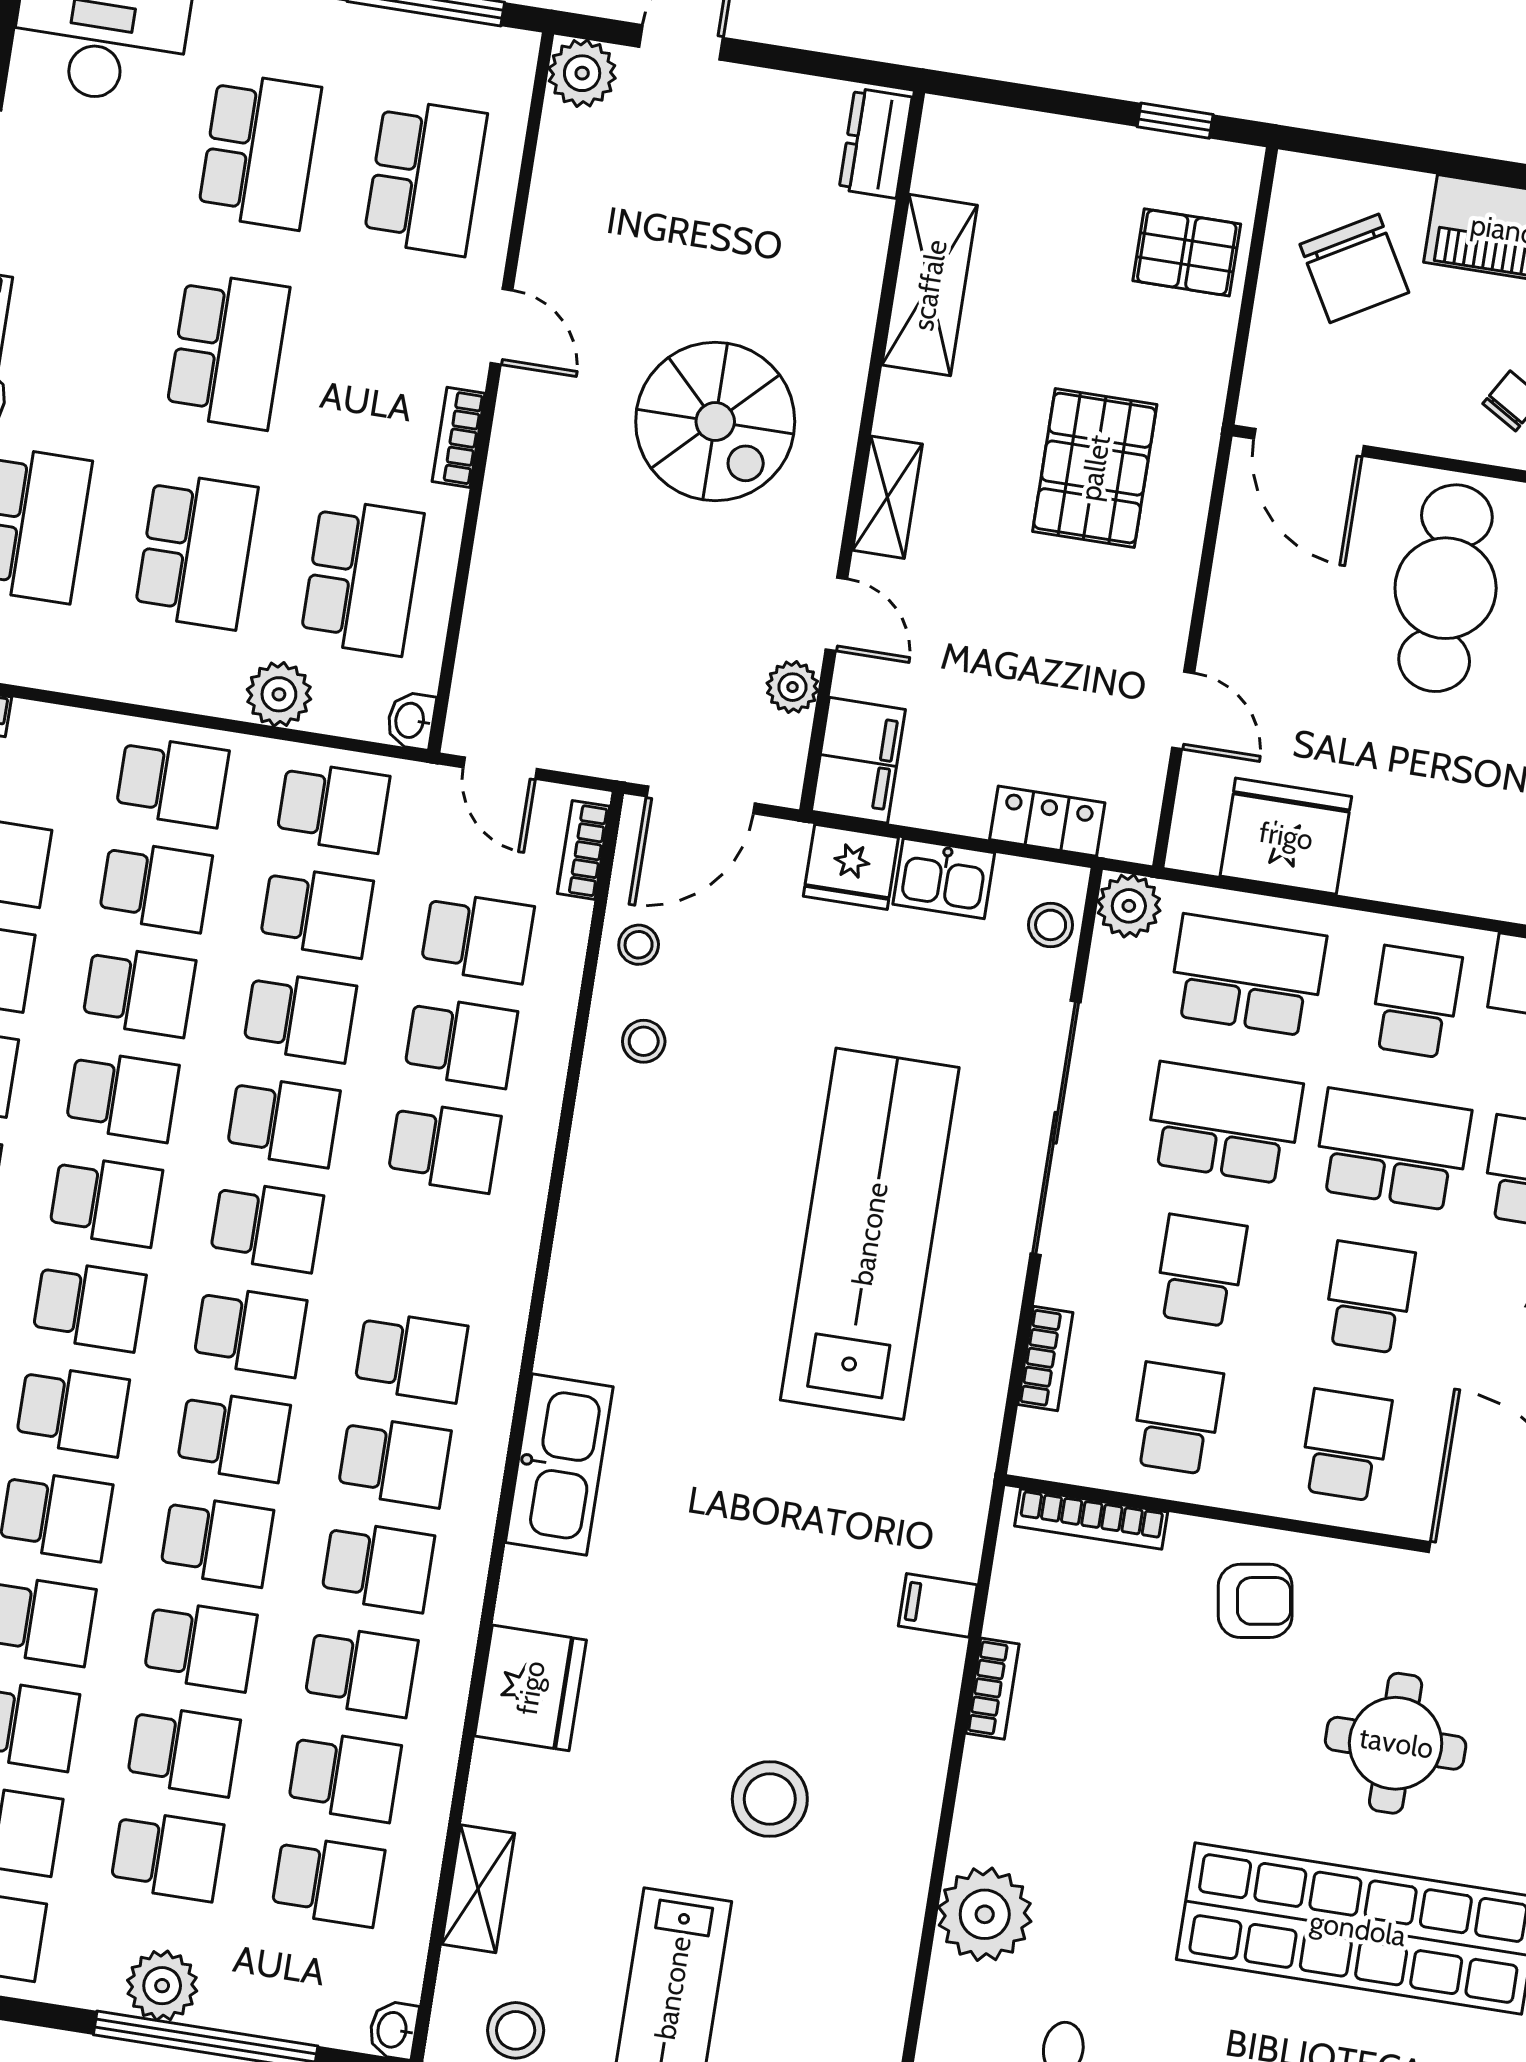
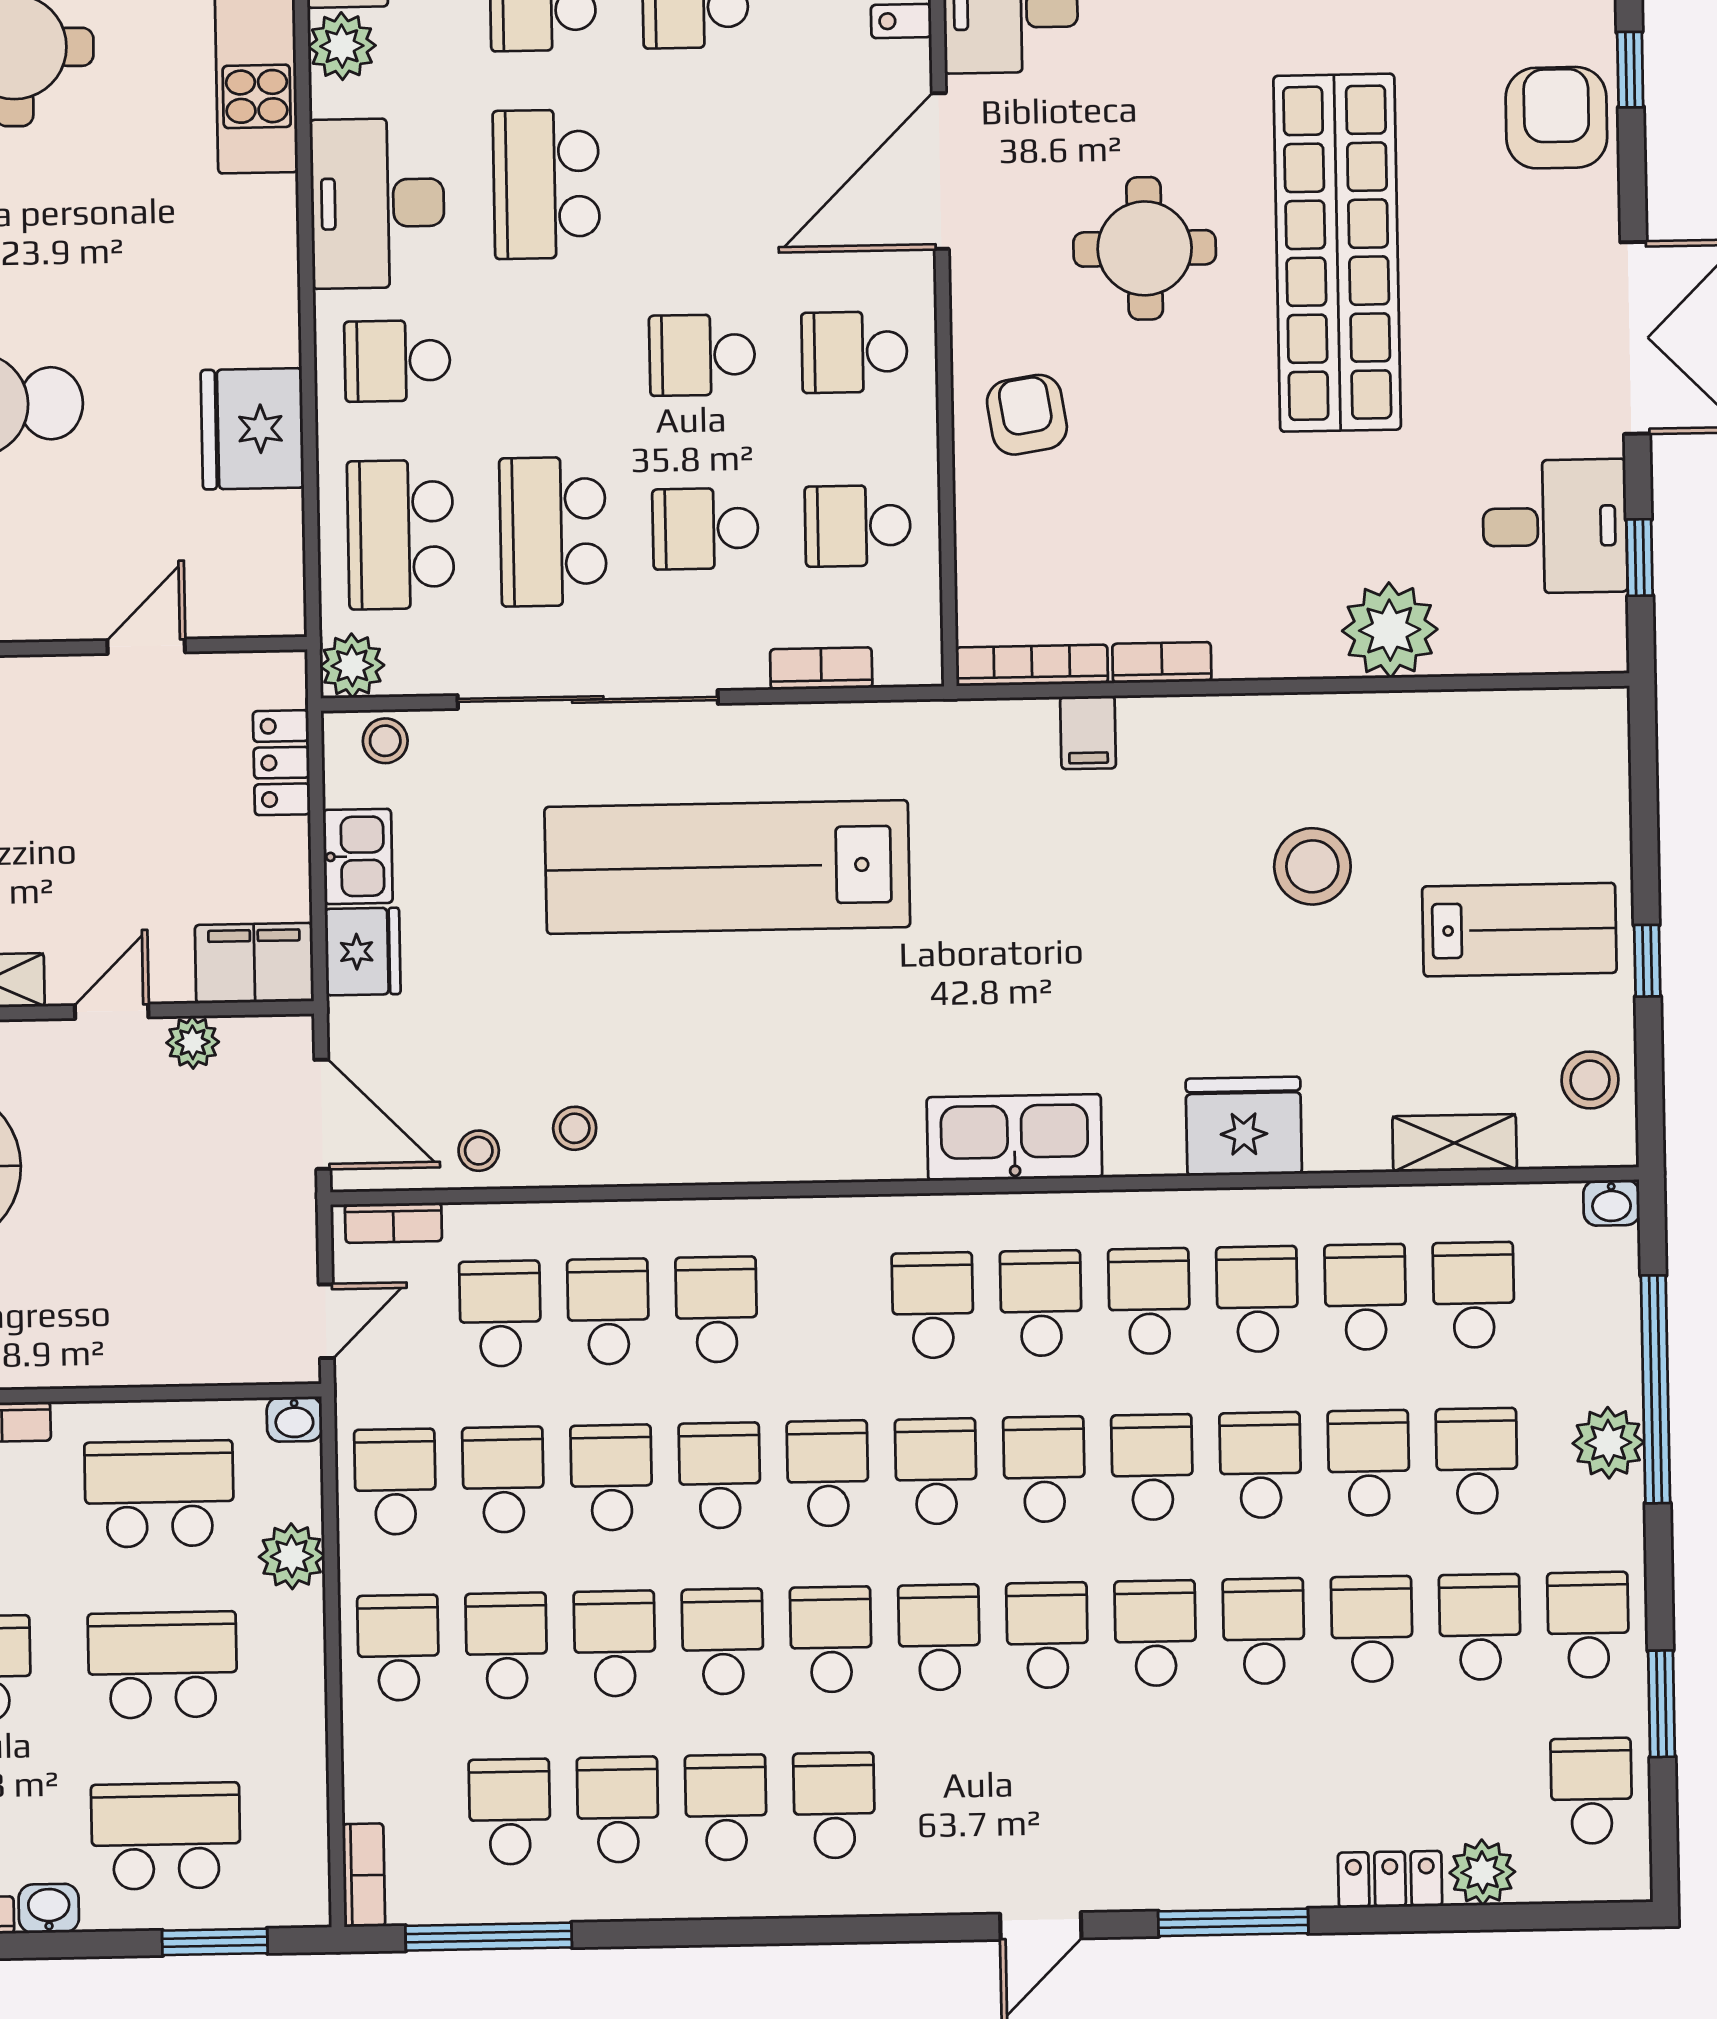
fridge: (1286, 836) -> (252, 429), moved
school desk: (1392, 1150) -> (550, 358), removed
bookcase: (1091, 1519) -> (1032, 665), moved, turned -90

